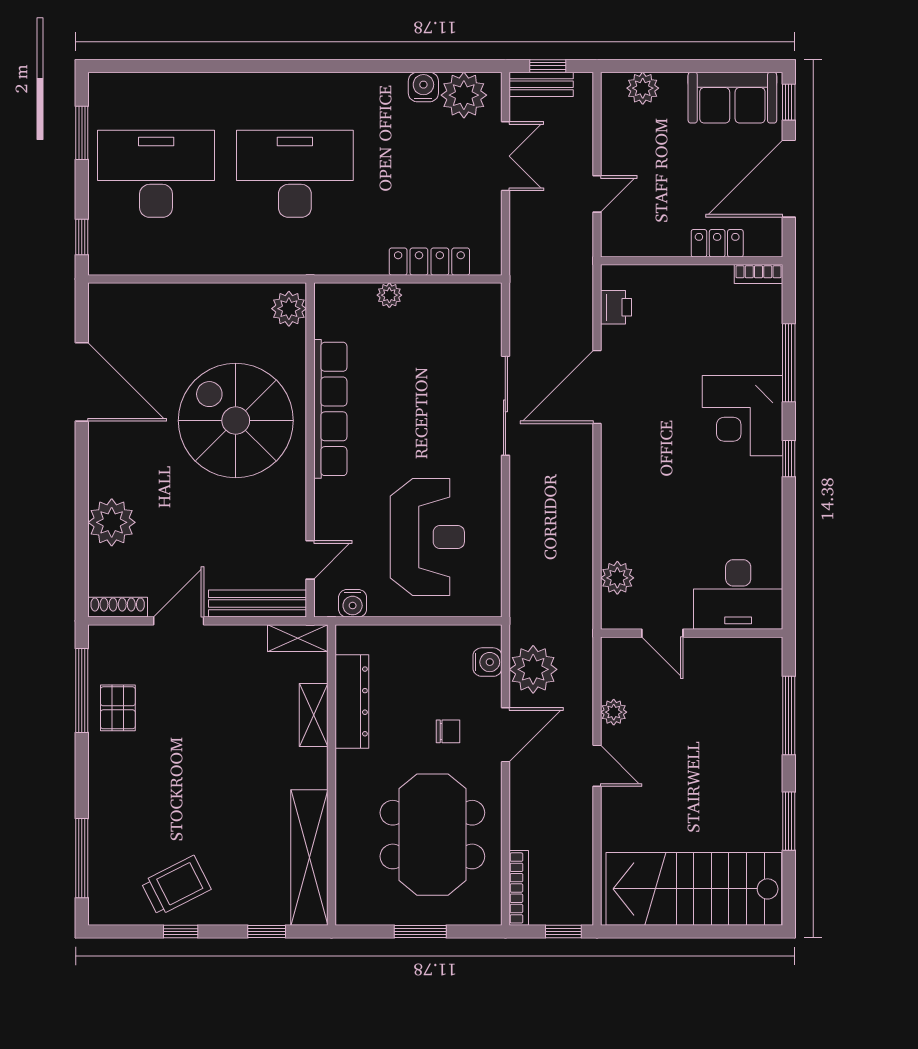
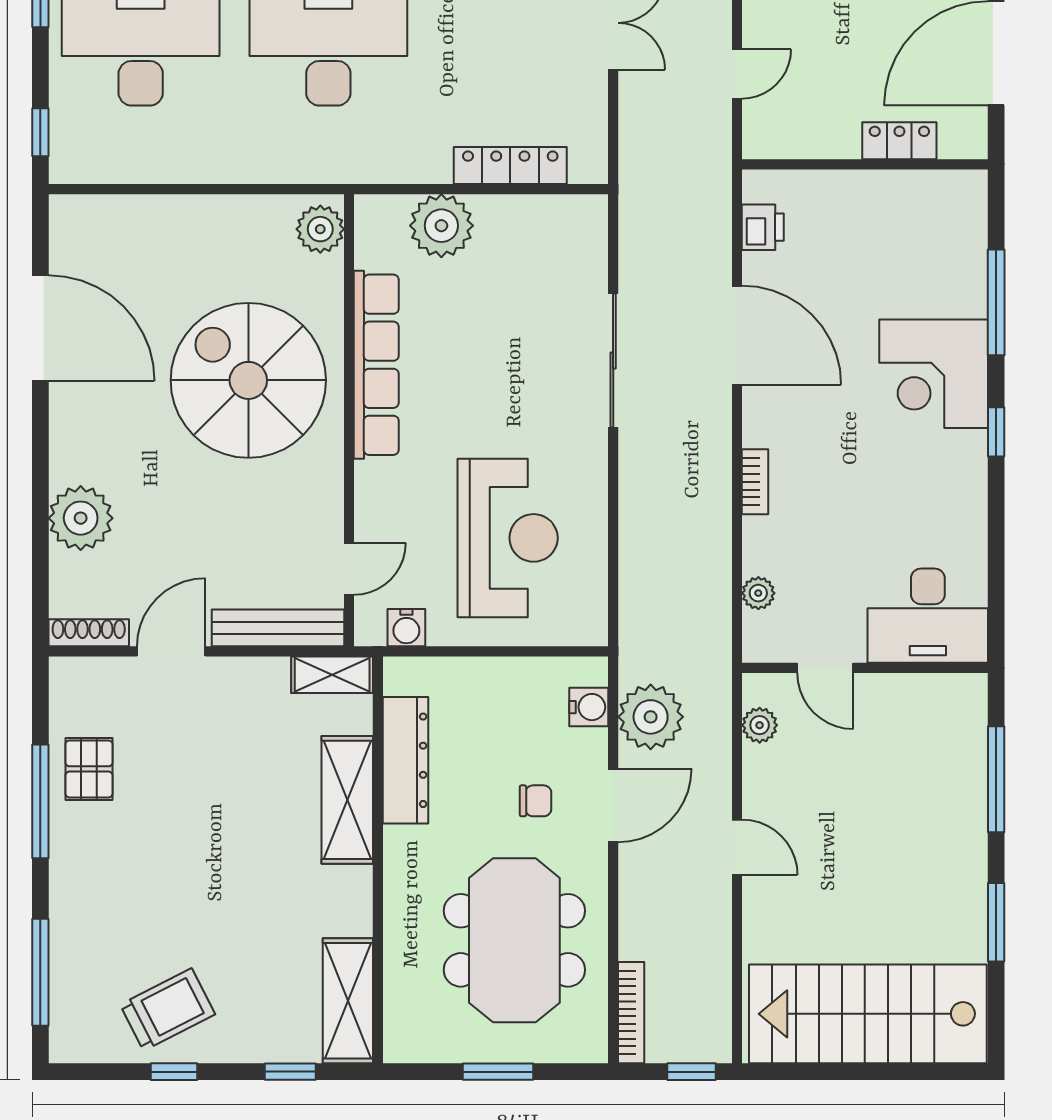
bookcase: (758, 274) -> (755, 482), moved, turned -90
plant: (389, 295) -> (441, 226), width x1.88, depth x1.88
door: (597, 387) -> (737, 335), swing flipped
plant: (617, 578) -> (758, 593), width x0.73, depth x0.73
window: (82, 691) -> (40, 801), moved
plant: (614, 712) -> (760, 725), moved
shelving: (314, 715) -> (347, 800), width x1.50, depth x1.33
shelving: (309, 858) -> (348, 1001), width x0.68

